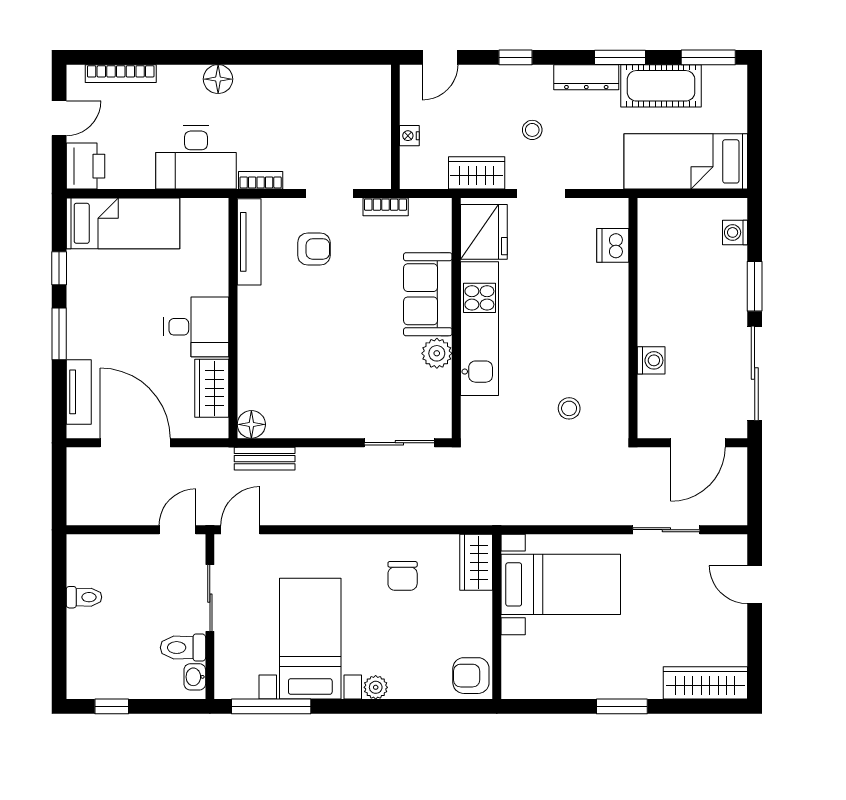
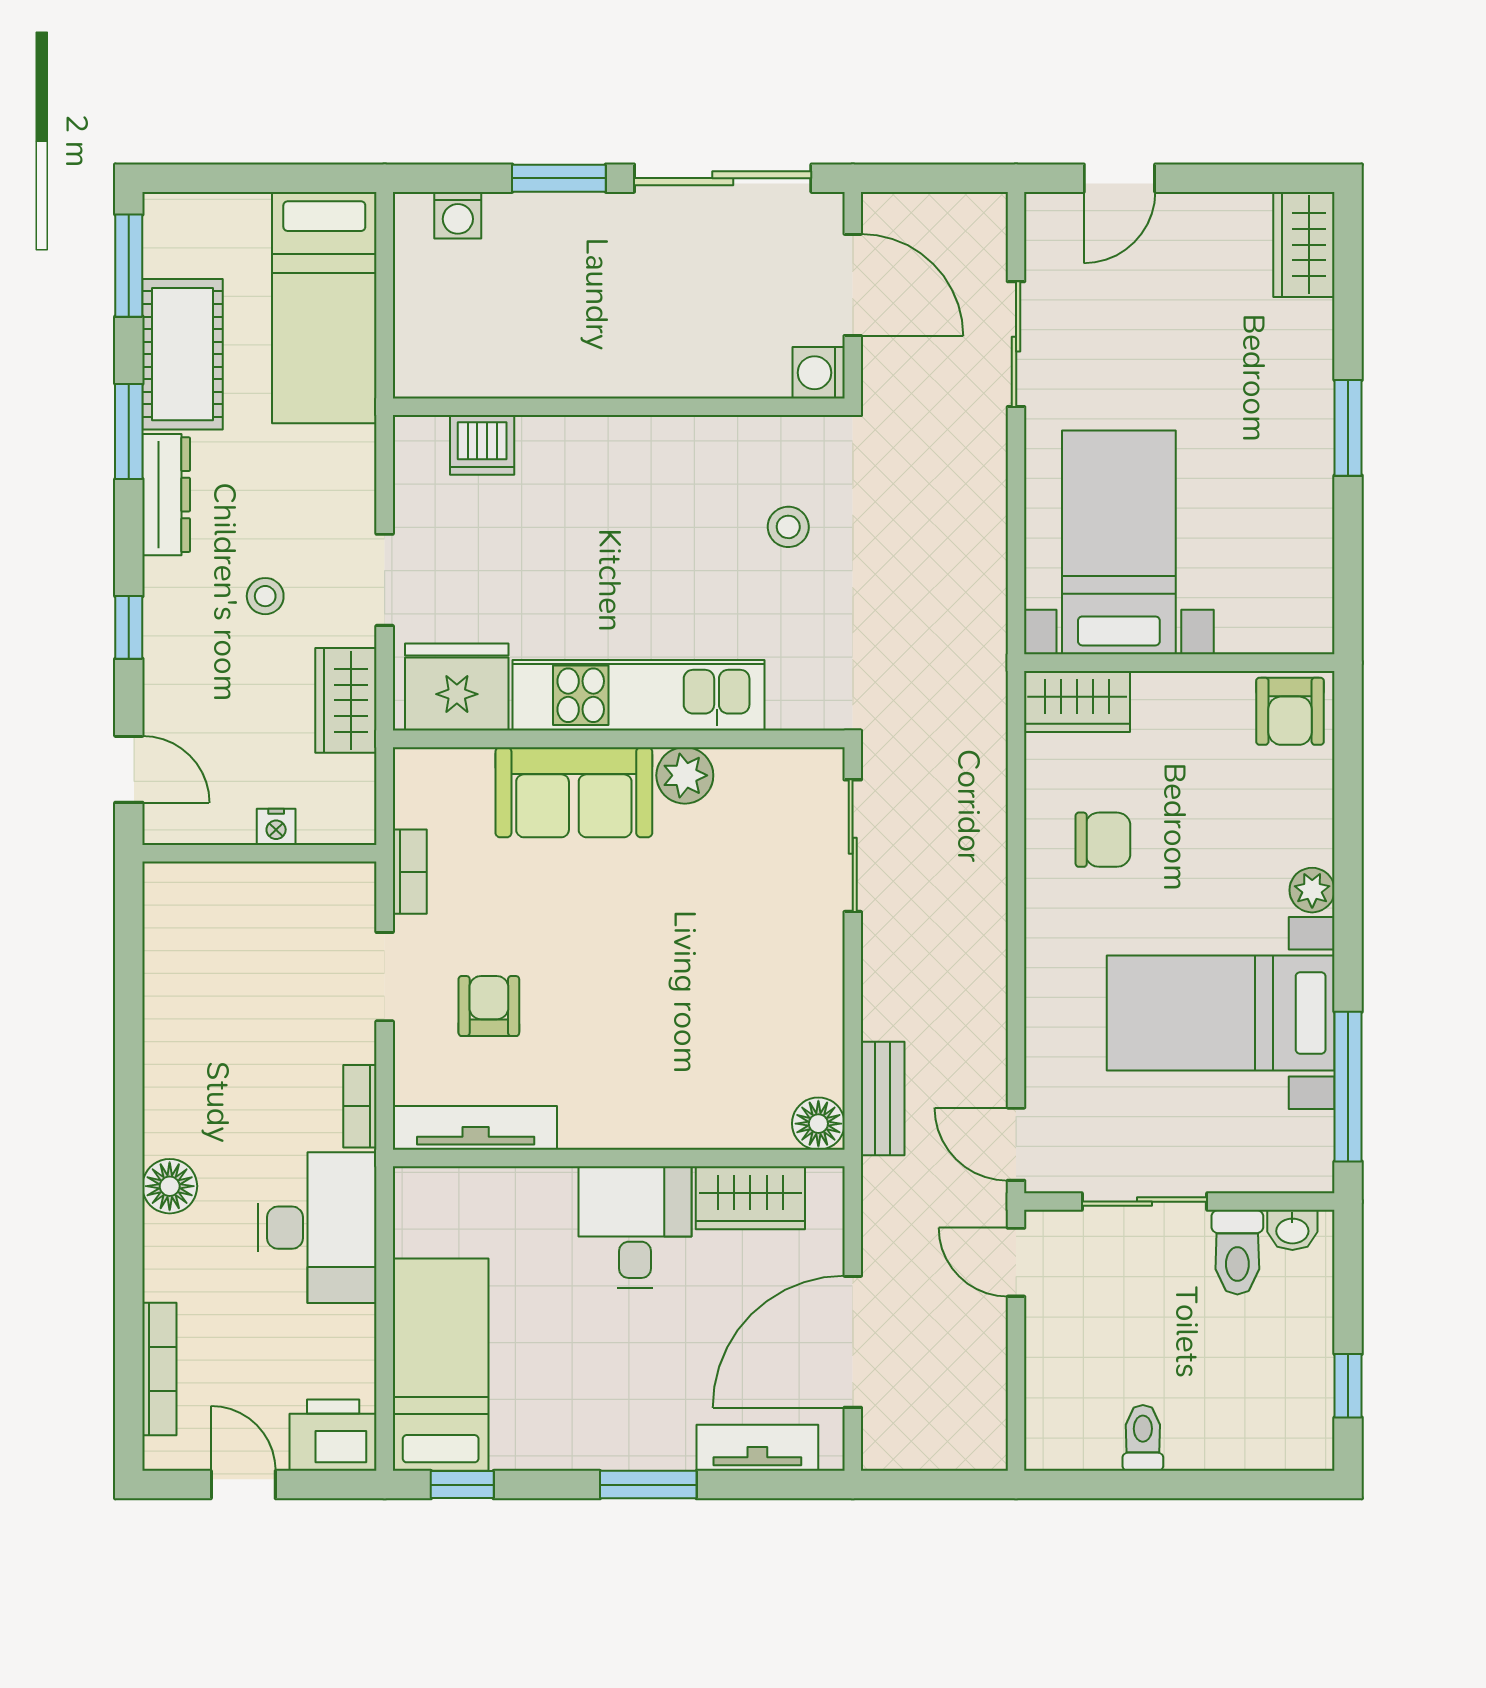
window: (59, 268) -> (462, 1485), moved
washing machine: (651, 360) -> (819, 373), moved, turned -90
wardrobe: (705, 683) -> (1304, 245), width x0.67

